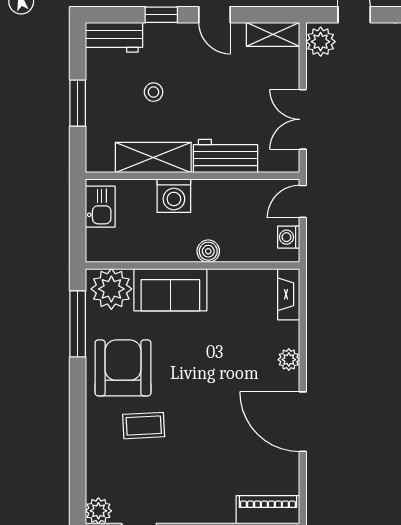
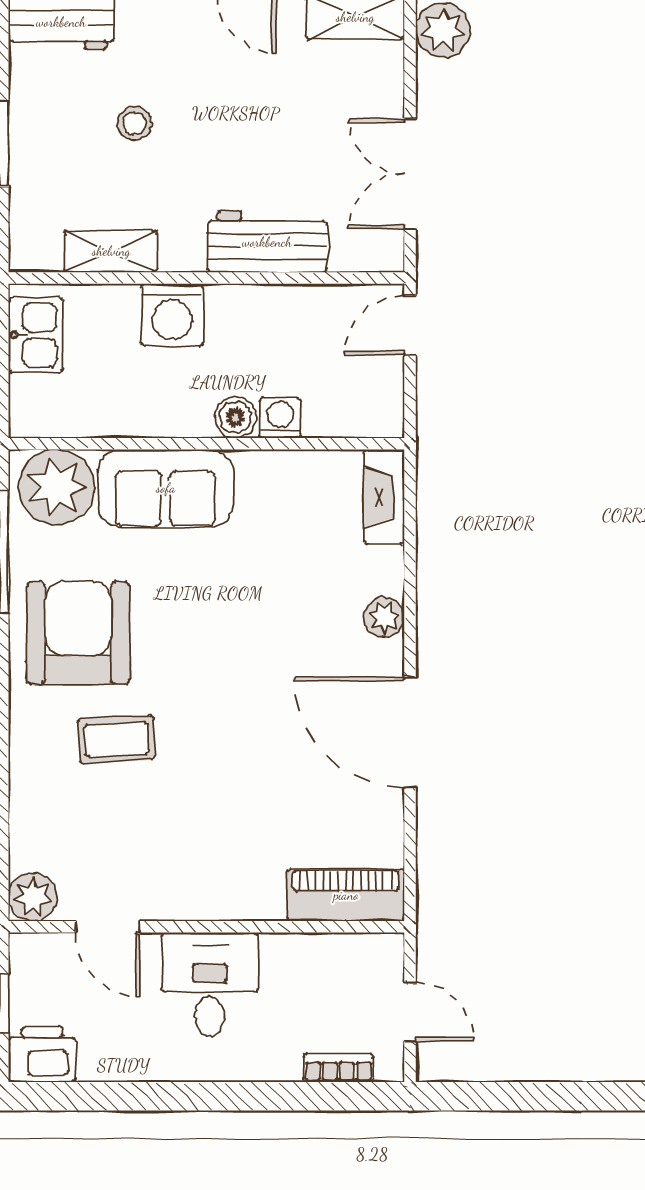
shelving: (153, 157) -> (111, 251), width x0.67, depth x0.75
washing machine: (289, 237) -> (280, 418), moved, turned 90

